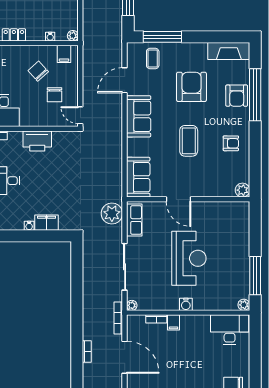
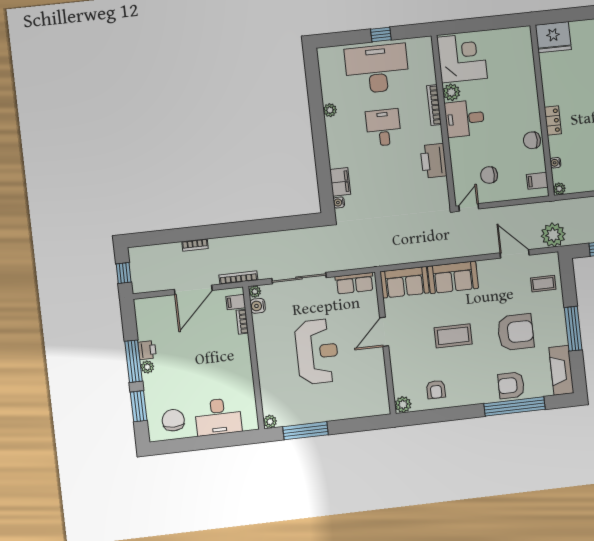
window: (162, 37) -> (573, 329), moved
chair: (38, 71) -> (532, 140), moved, turned -138
sofa: (139, 116) -> (453, 277), moved
armchair: (231, 143) -> (436, 389), moved
plant: (112, 213) -> (553, 235), moved
water cooler: (29, 226) -> (339, 202), moved
reception desk: (189, 258) -> (317, 352), turned -90
water cooler: (186, 304) -> (258, 306), moved
filing cabinet: (174, 322) -> (236, 302), moved
desk: (230, 330) -> (218, 417), moved, turned 90

